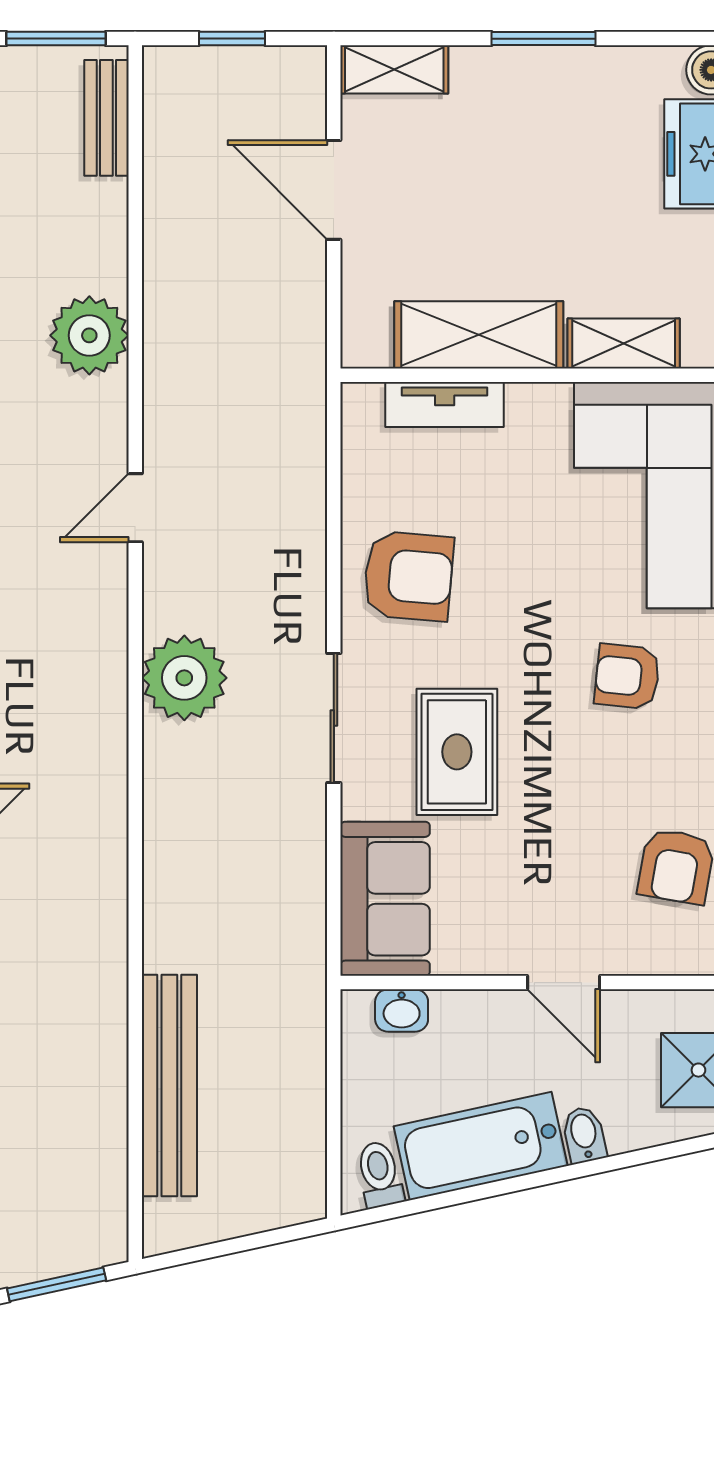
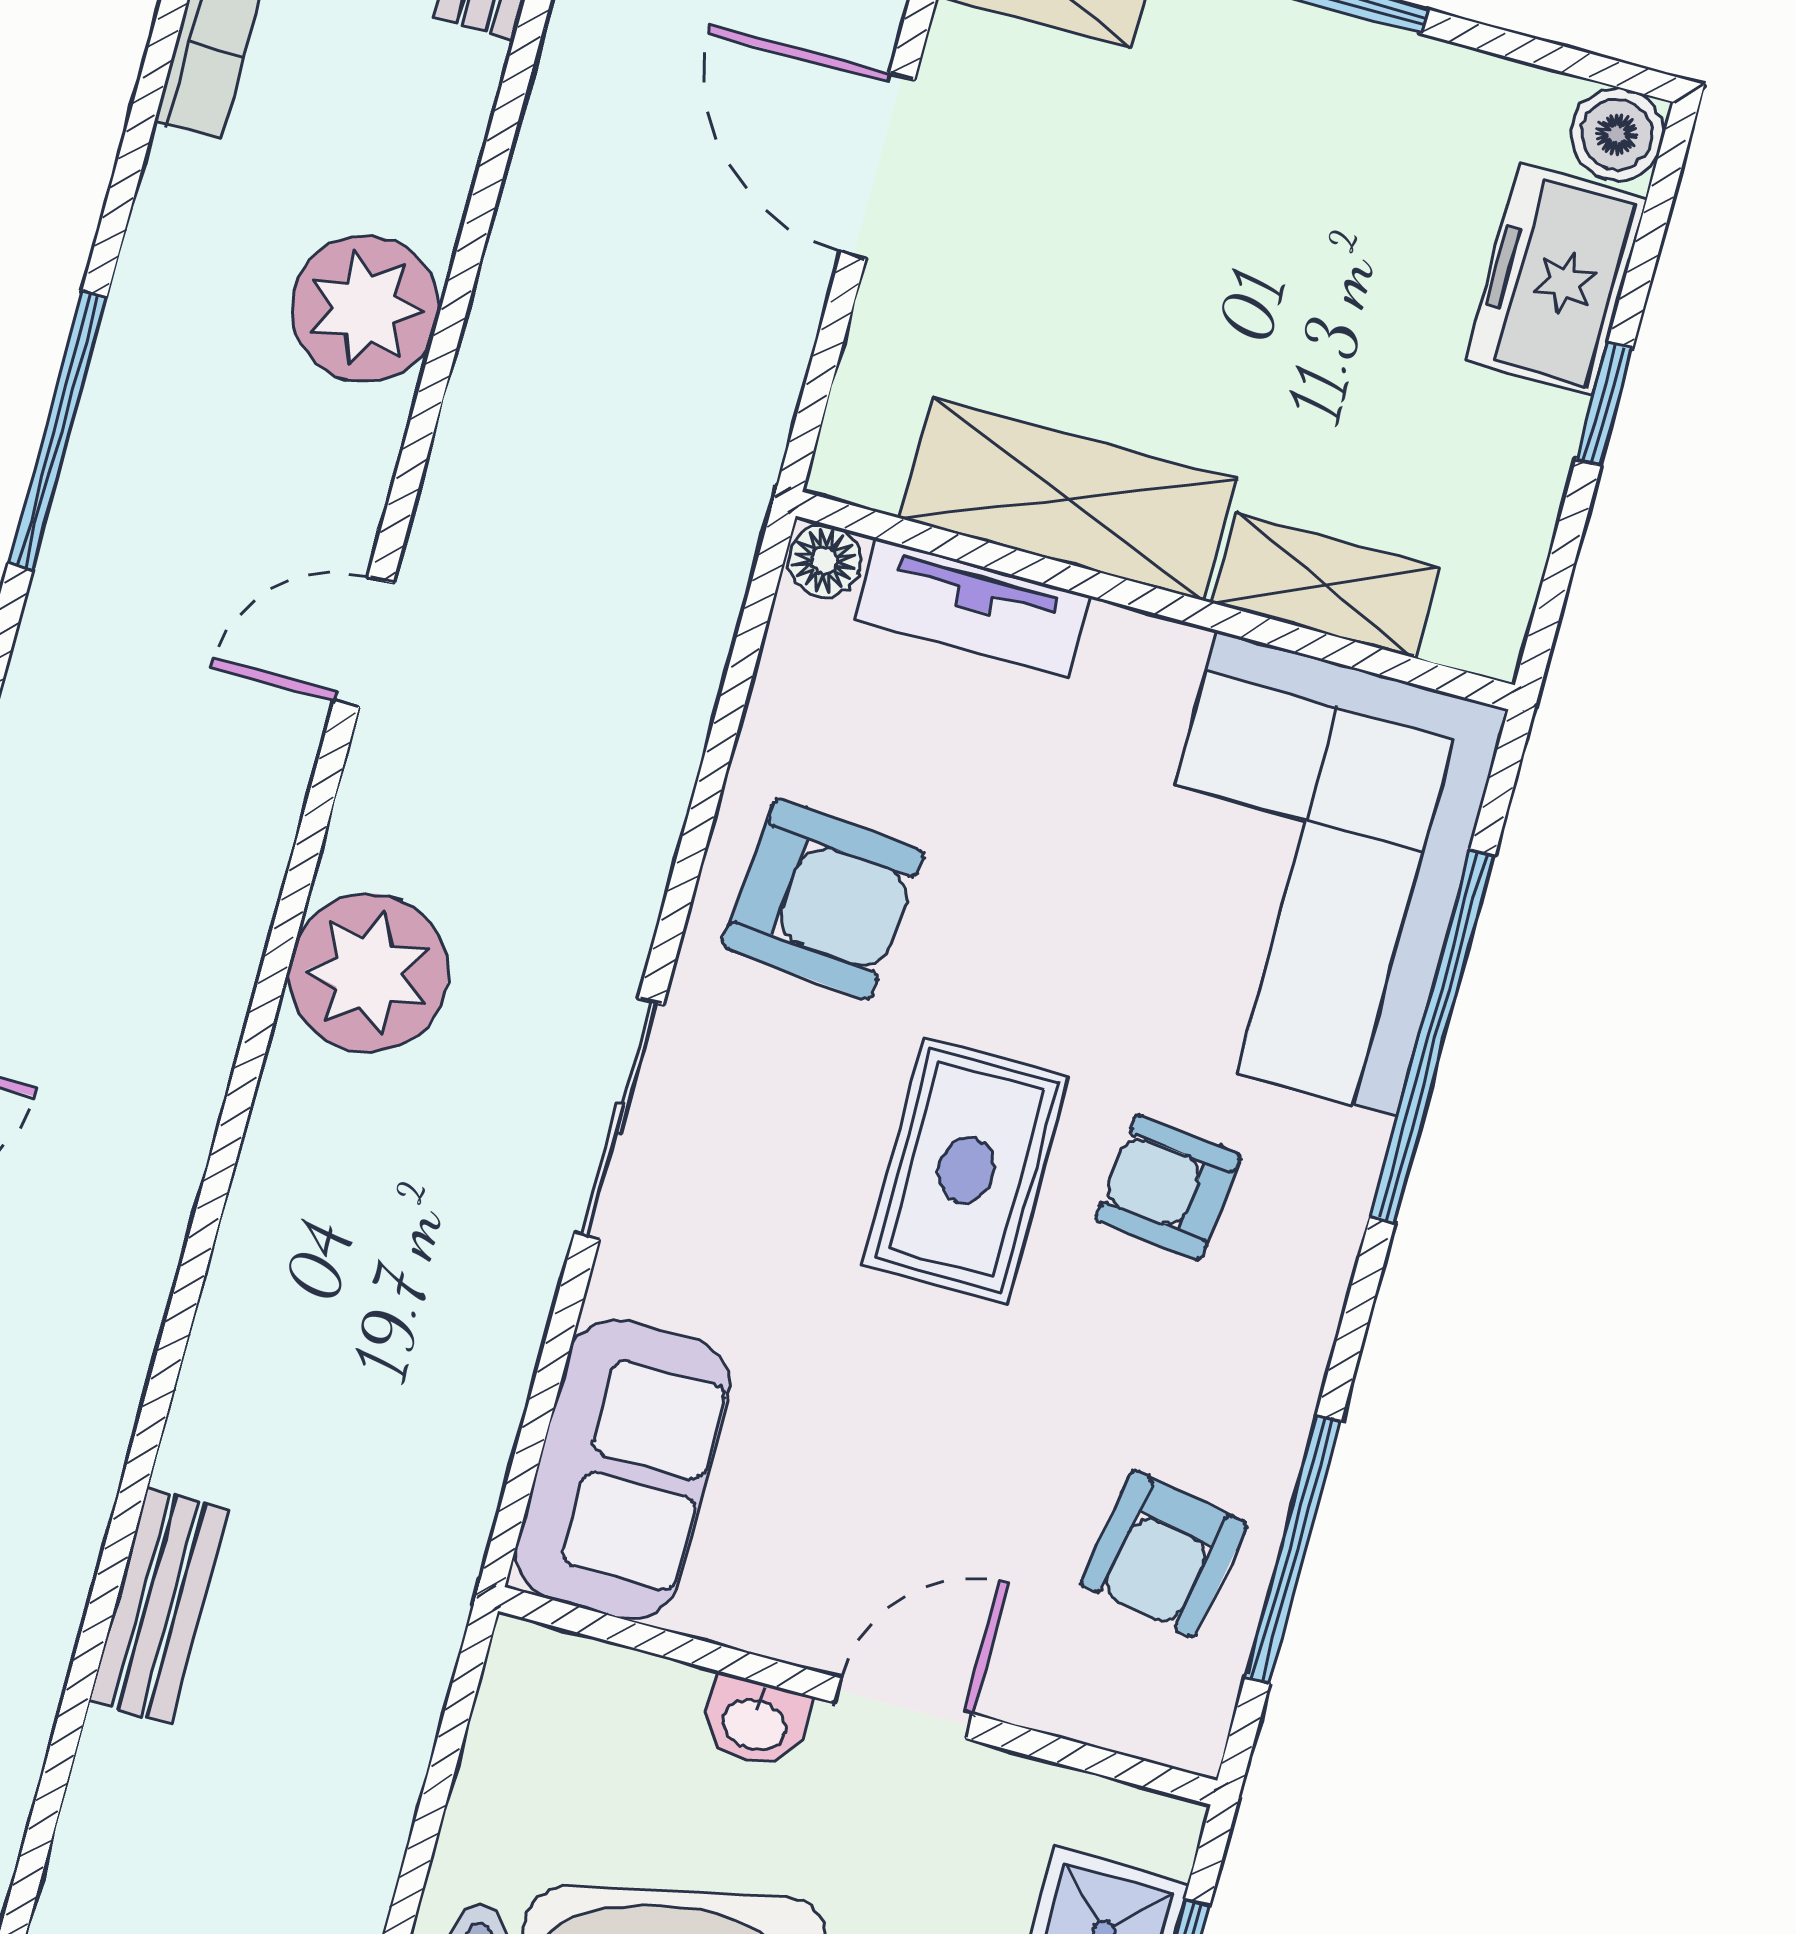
floor lamp: (362, 401) -> (825, 561), added
rug: (457, 752) -> (966, 1170), moved
door: (564, 983) -> (904, 1708), swing flipped
washbasin: (402, 1010) -> (755, 1722), moved
bench: (169, 1086) -> (158, 1606), width x0.54, depth x0.82

